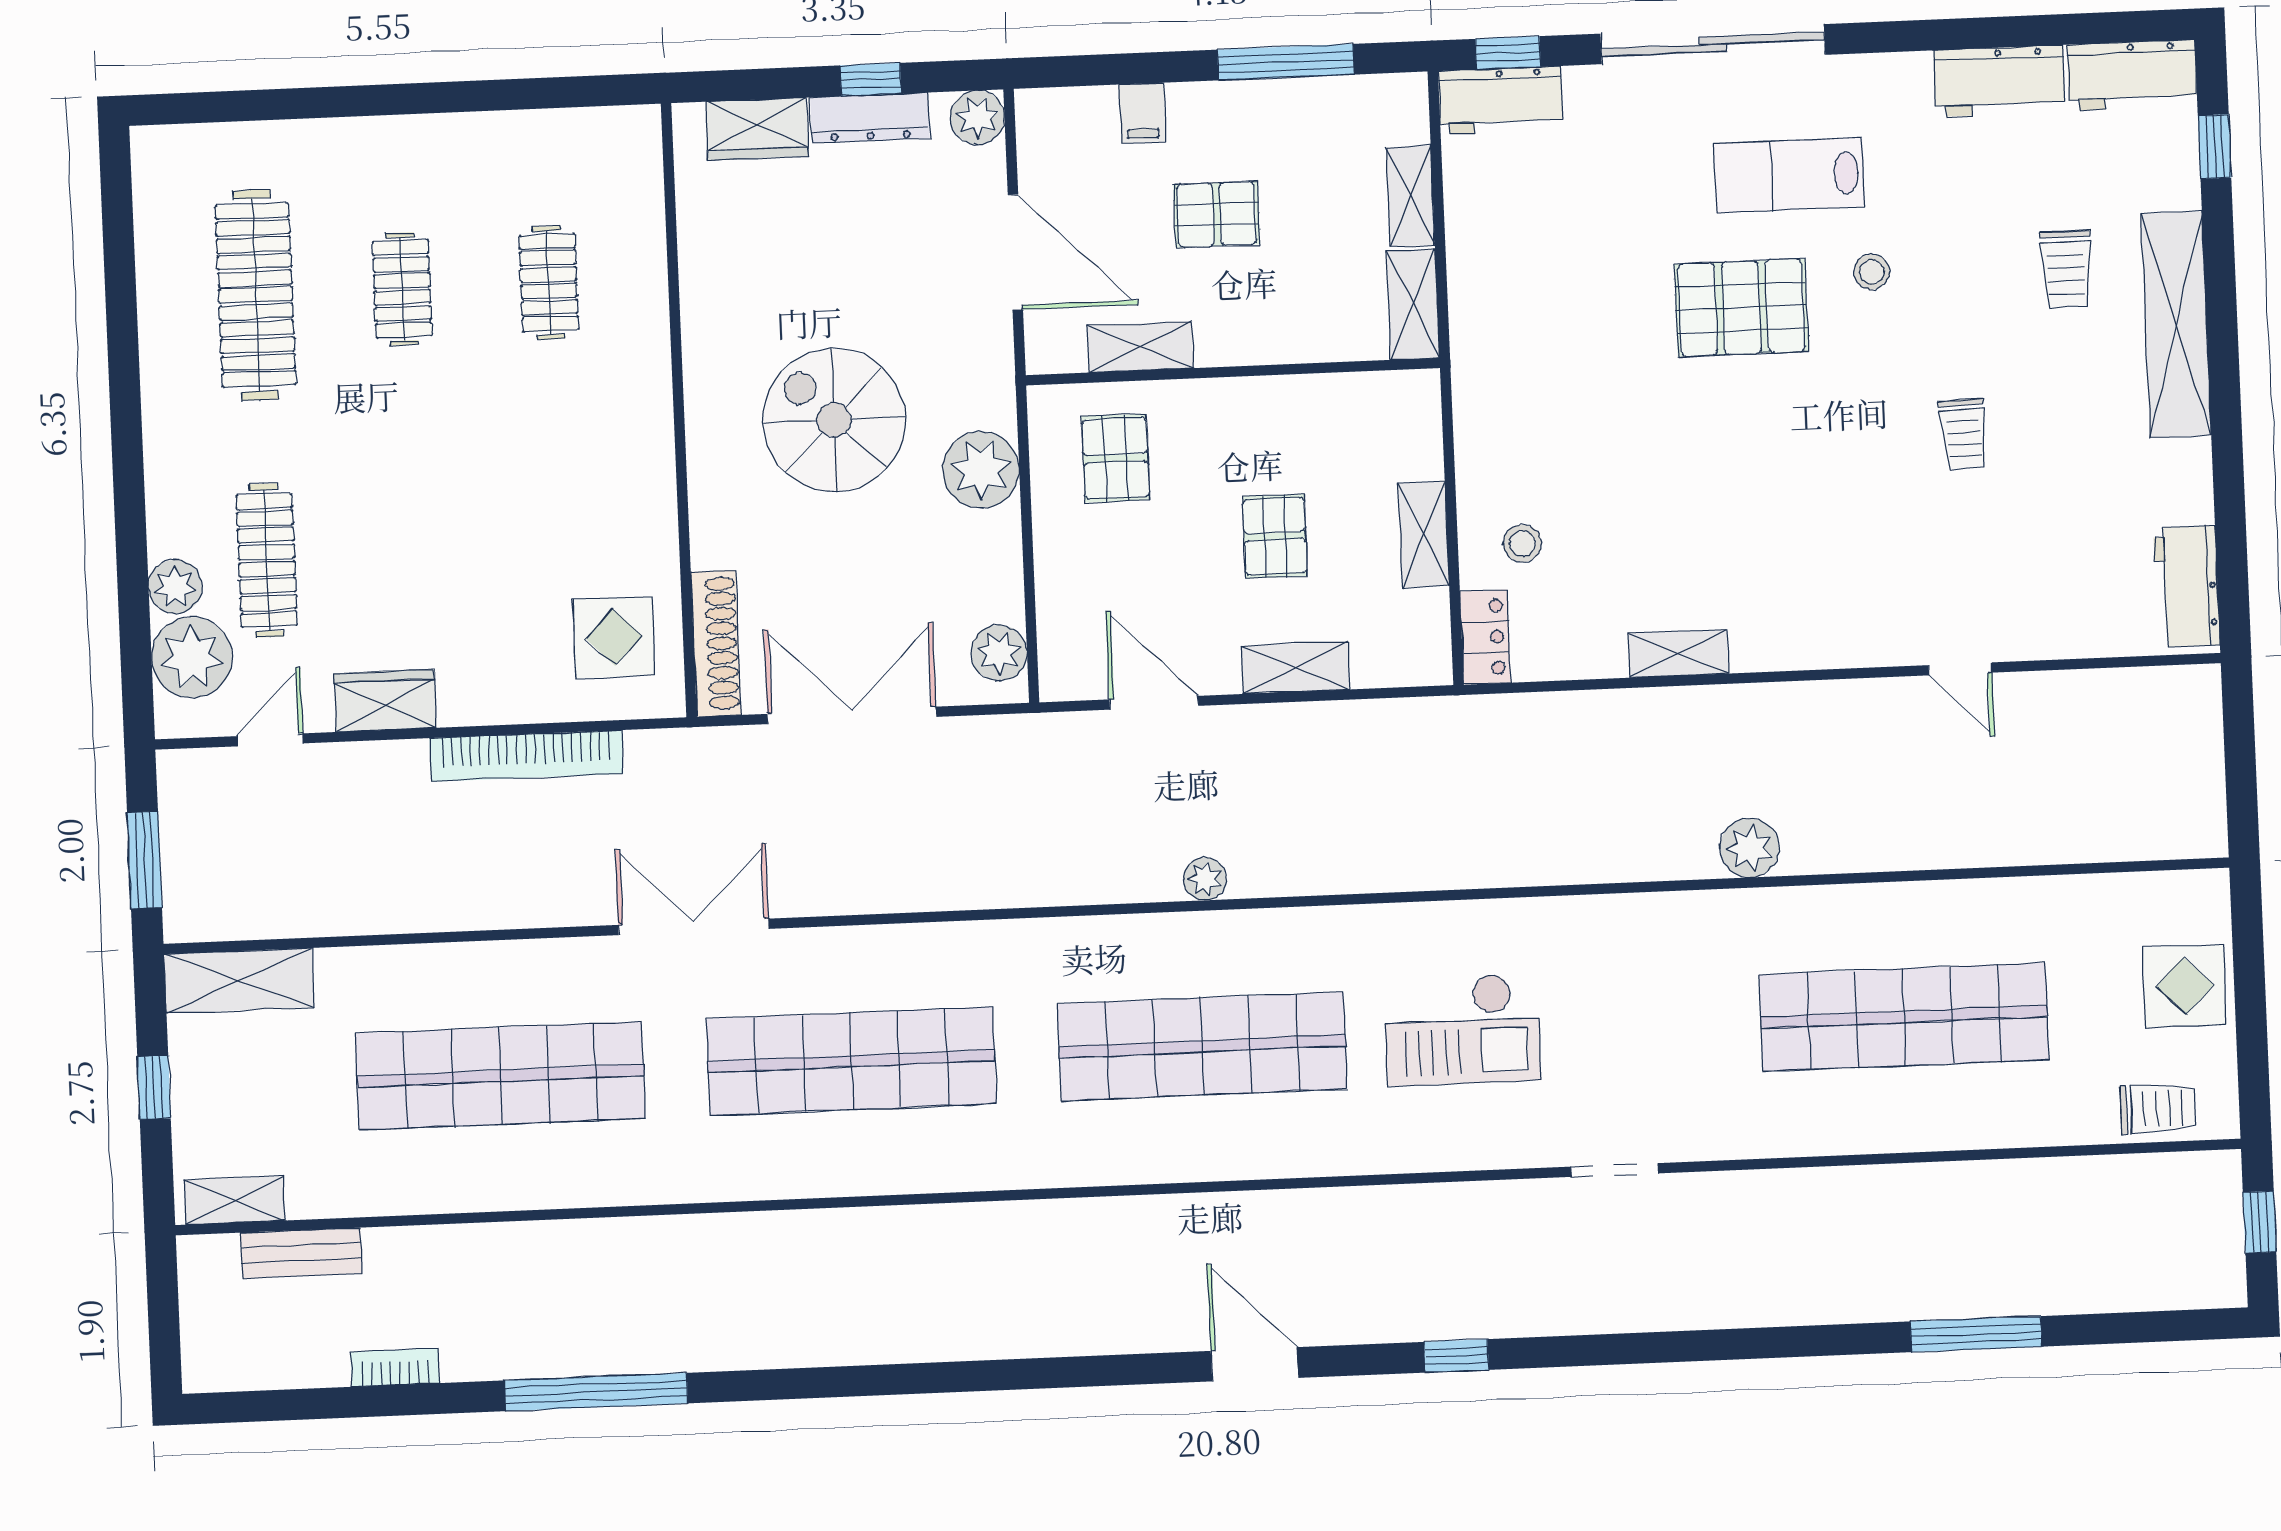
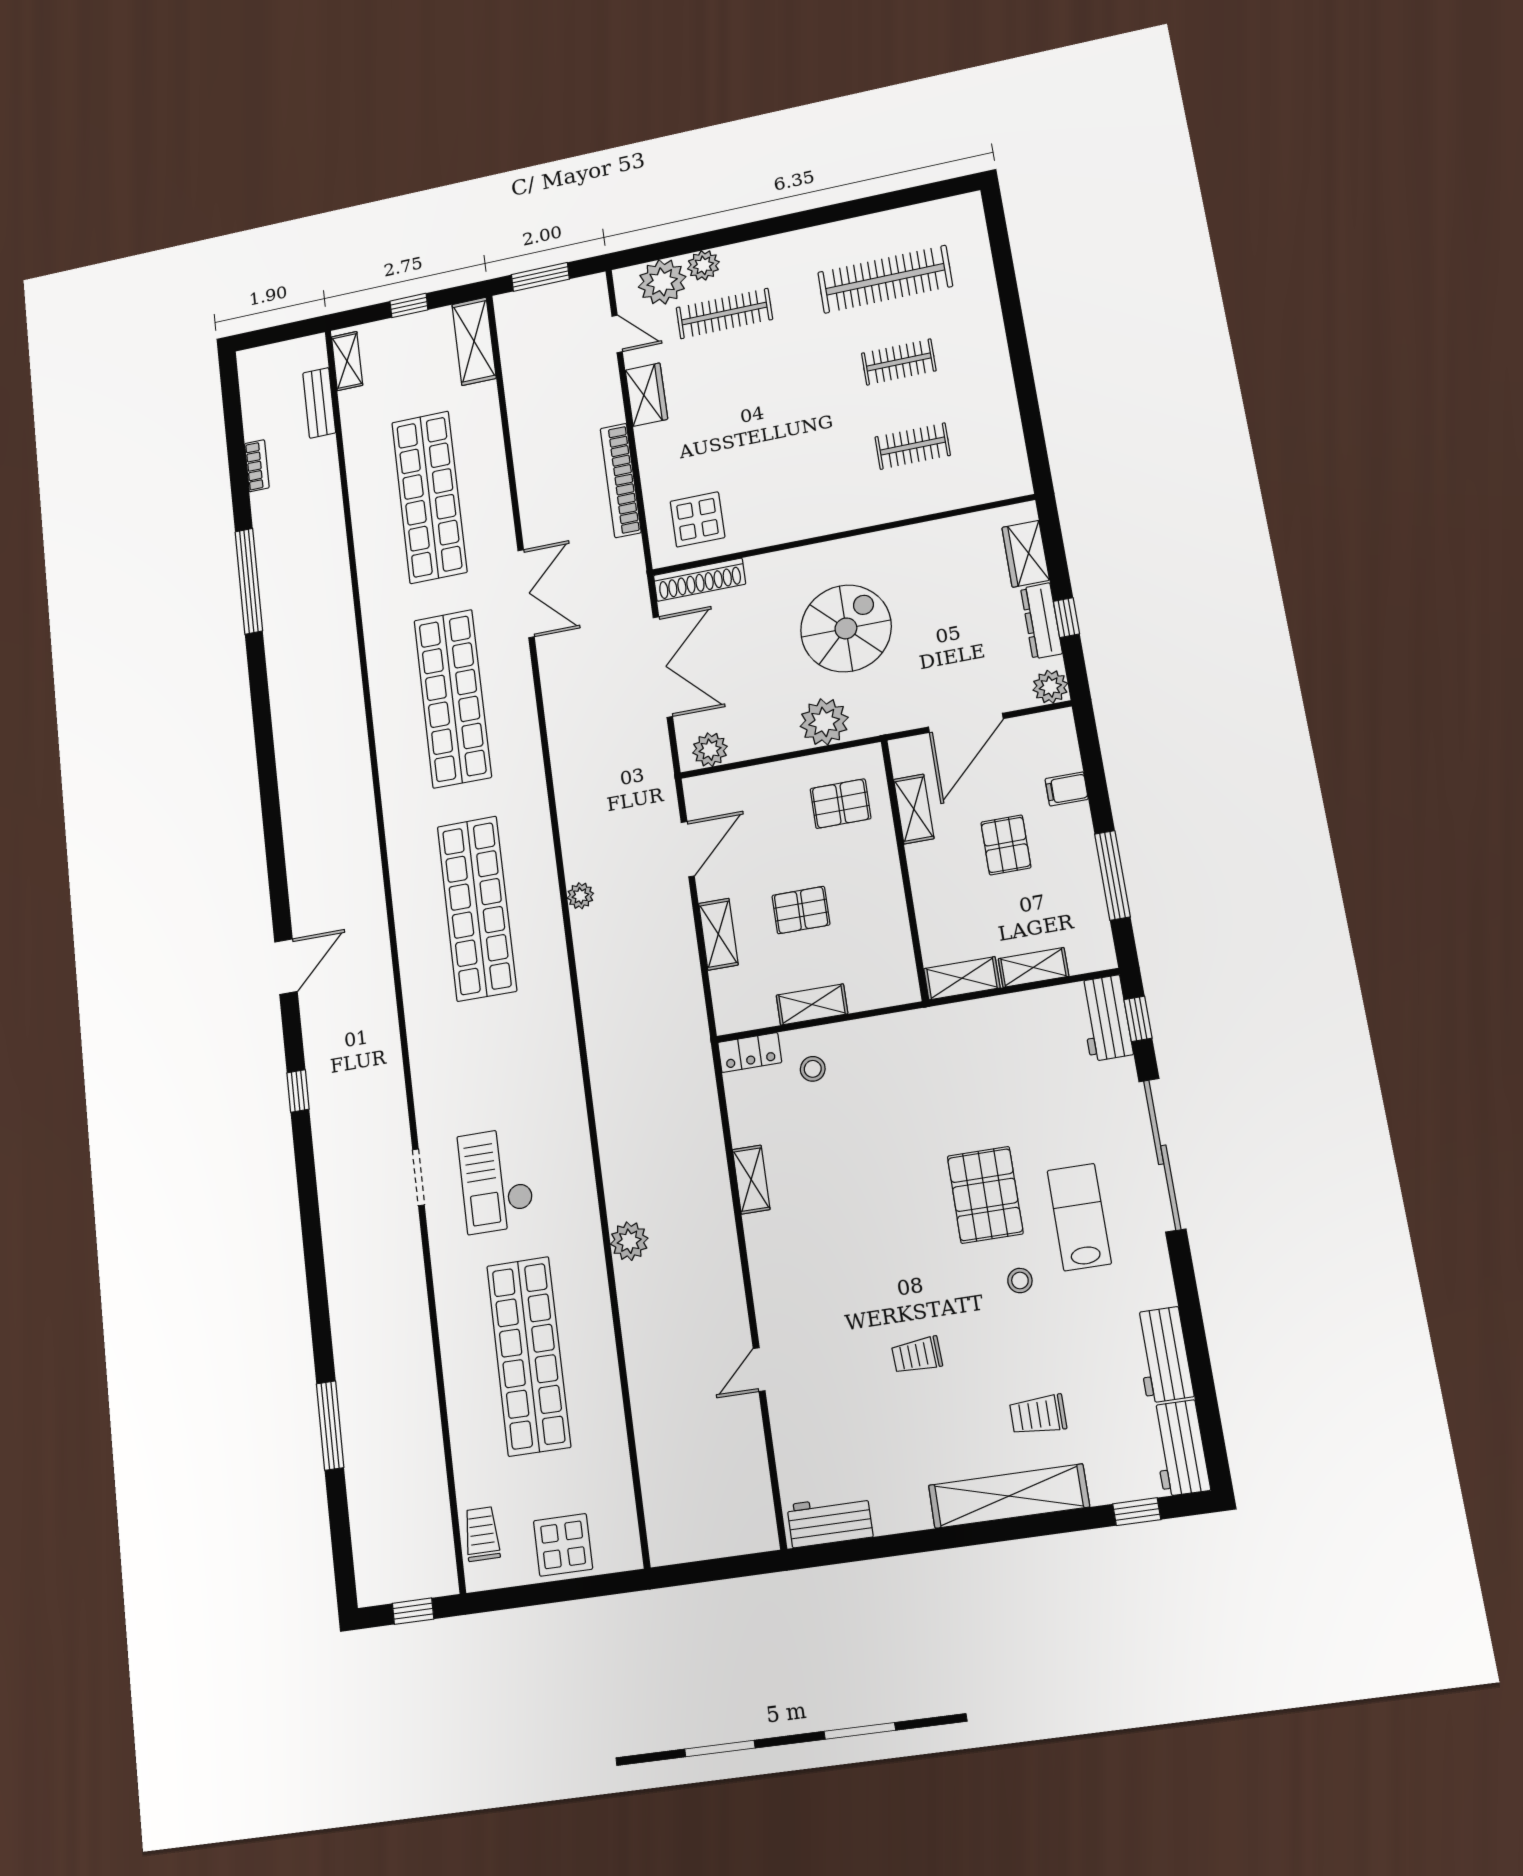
checkout: (1462, 1029) -> (496, 1180), moved
trolley: (2158, 1109) -> (482, 1534), turned 180

